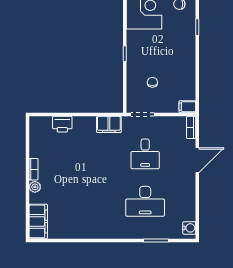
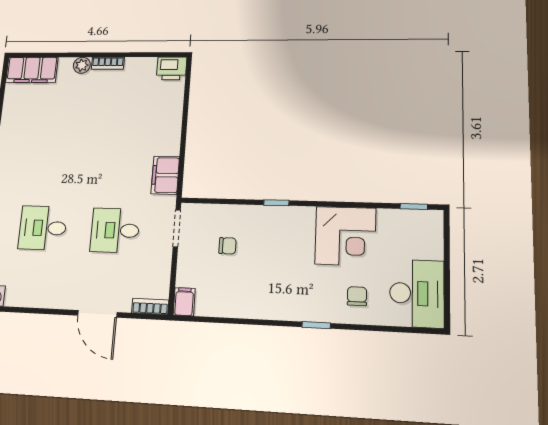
printer: (62, 124) -> (172, 68), moved, turned -90
desk: (145, 201) -> (43, 228), width x0.73

